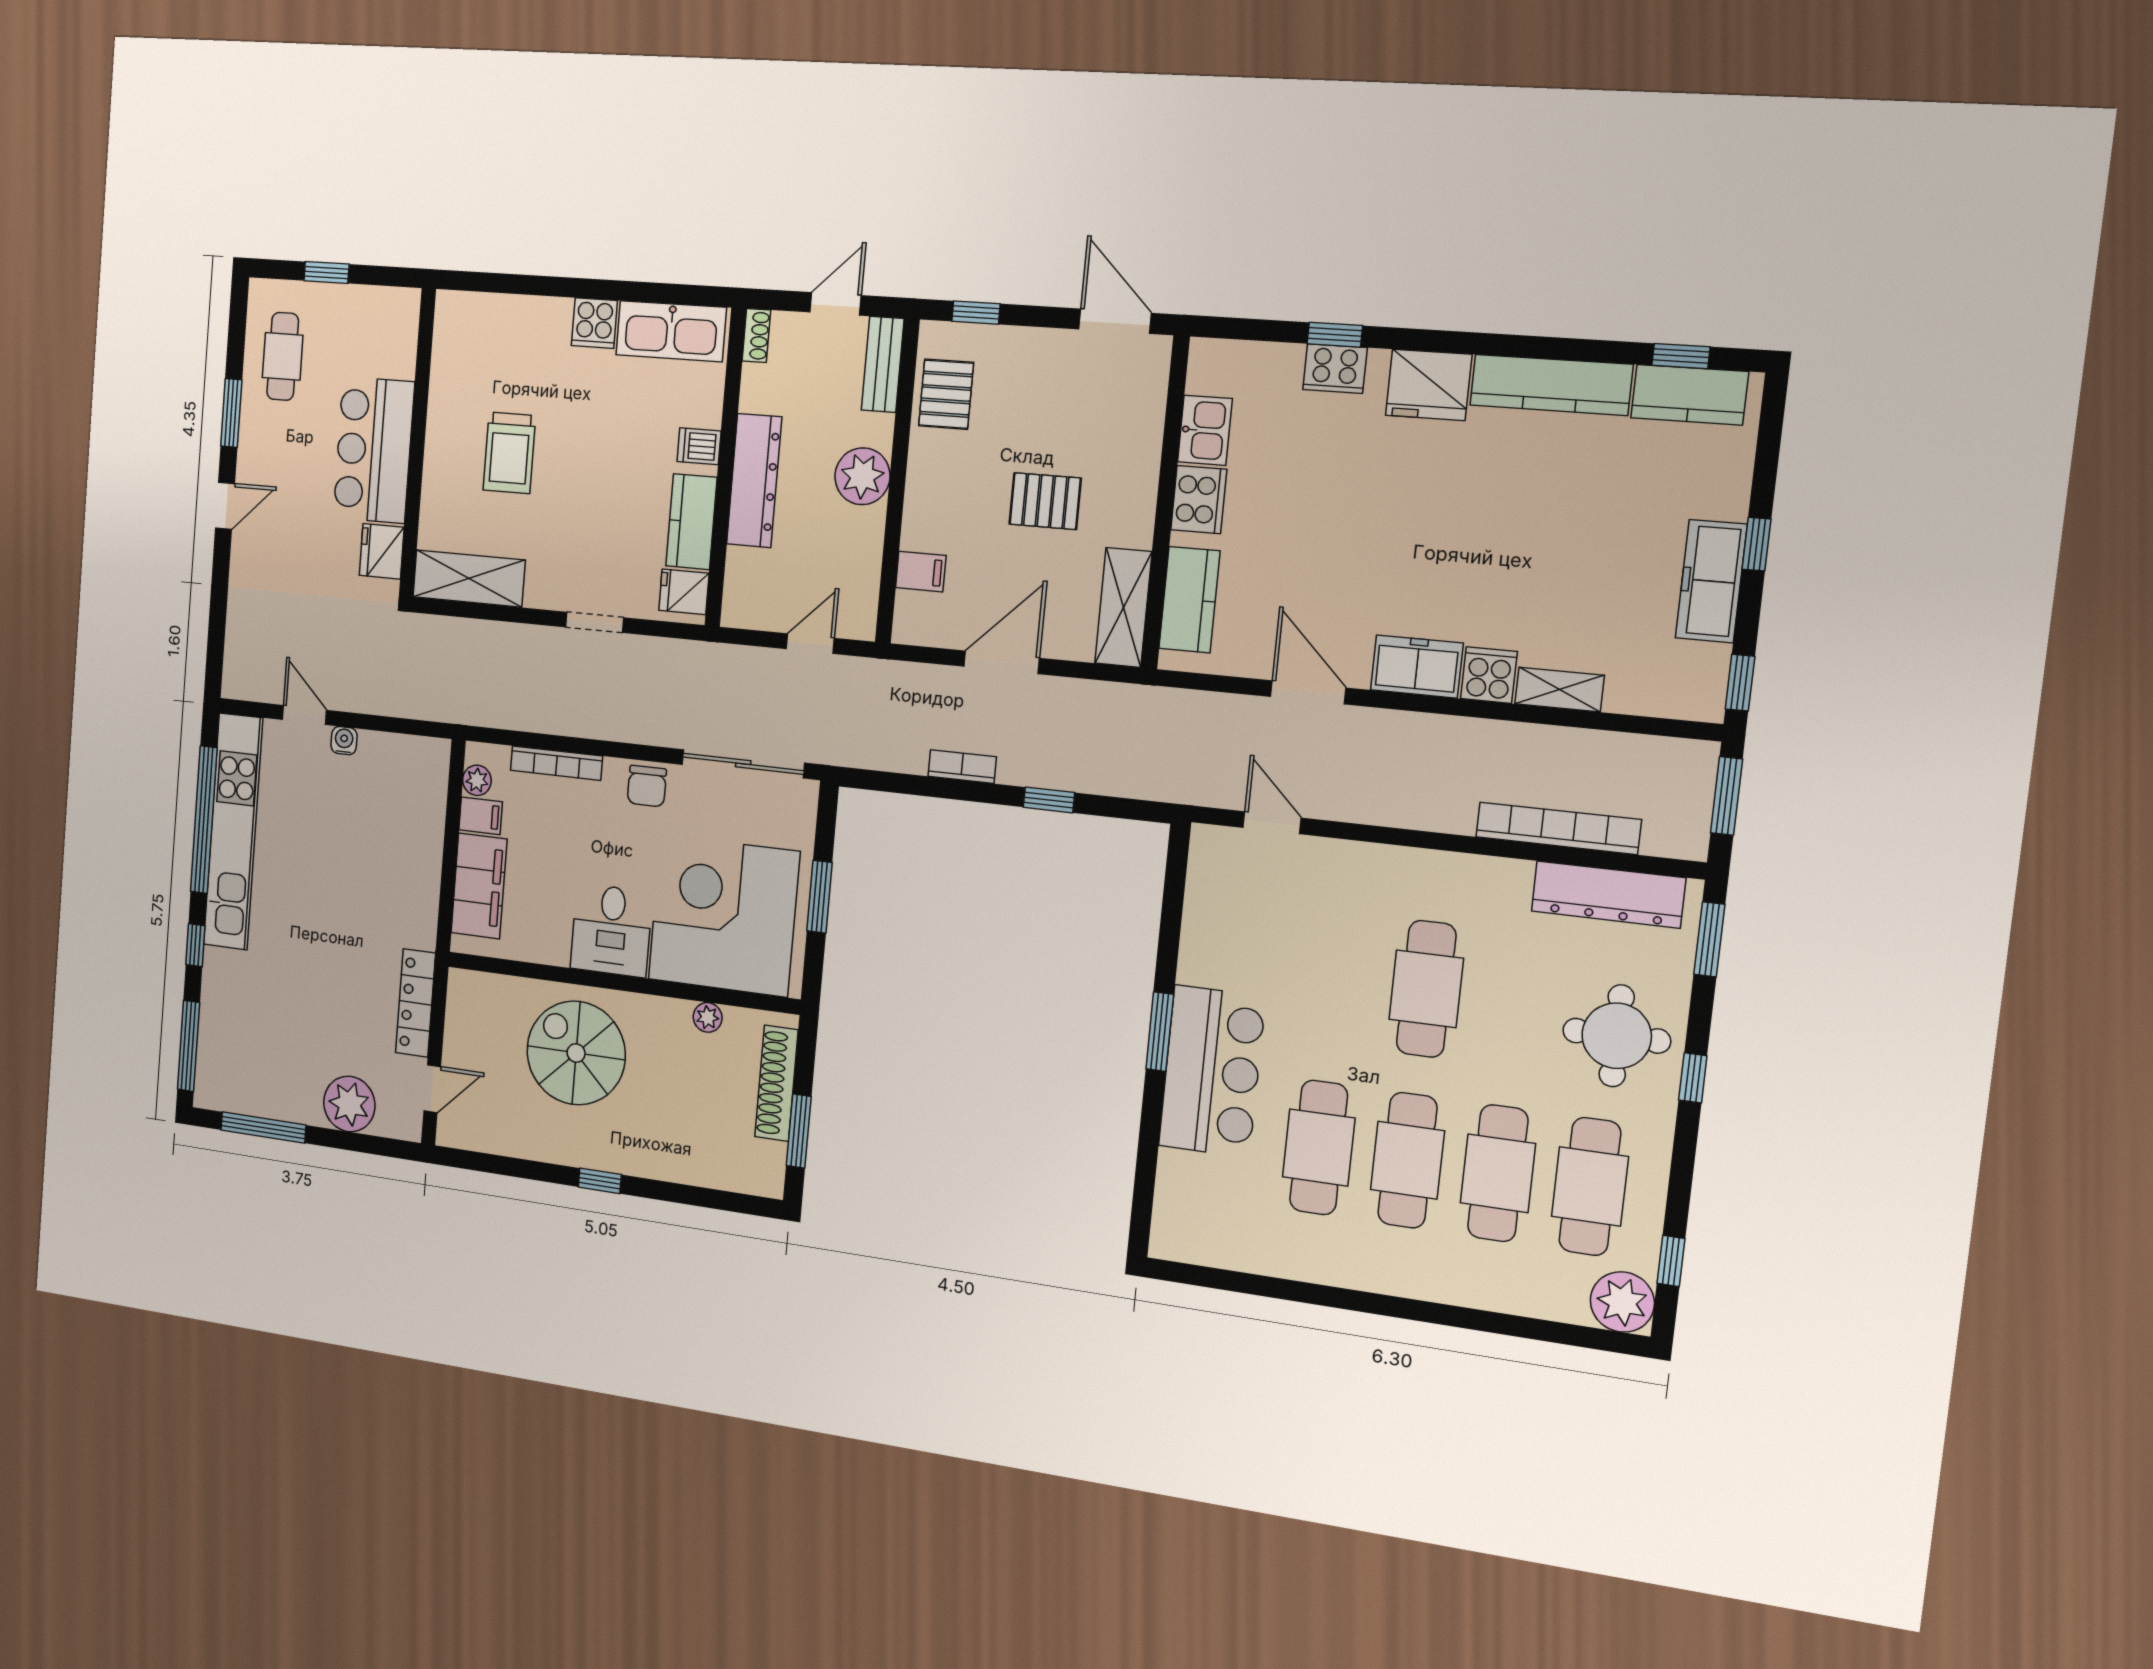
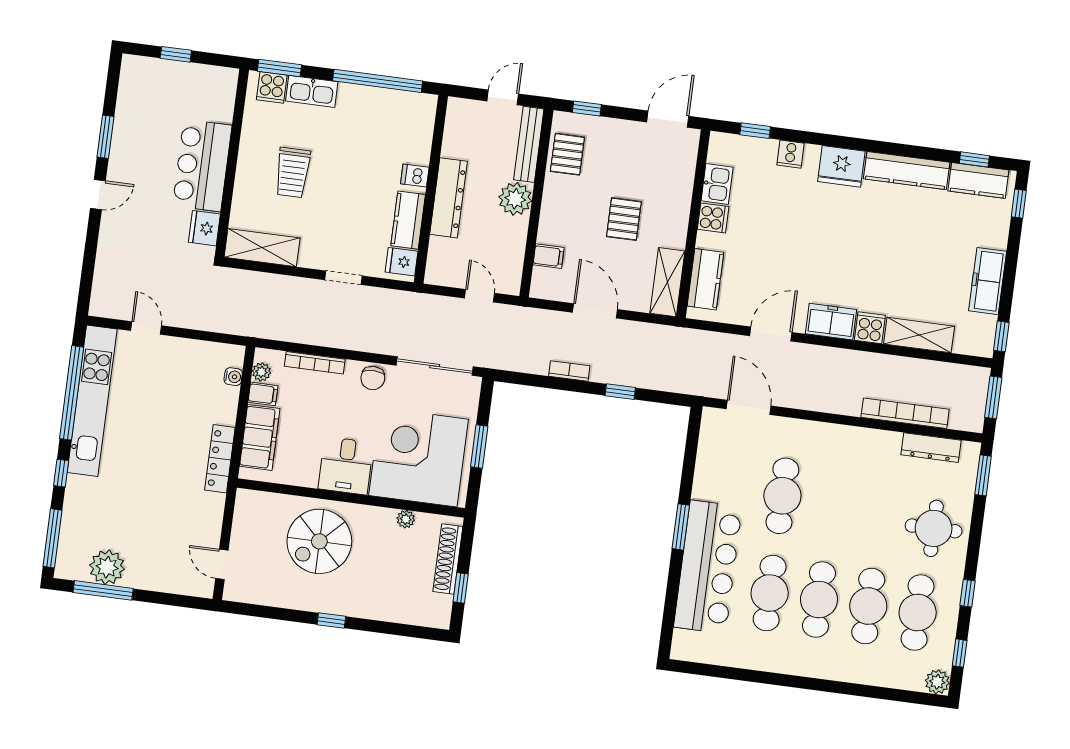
window: (482, 282) -> (279, 68), added
window: (634, 291) -> (378, 81), added
door: (1115, 321) -> (668, 119), hinge flipped
cooker: (594, 323) -> (272, 87), moved
kitchen sink: (671, 331) -> (312, 91), moved, width x0.73, depth x0.81
window: (1335, 335) -> (755, 131), moved
shoe rack: (756, 336) -> (453, 112), removed
cafe table: (283, 356) -> (143, 104), removed
bench: (883, 364) -> (529, 144), width x1.36
cooker: (1335, 369) -> (791, 154), width x0.73
cooker: (1199, 500) -> (713, 218), width x0.73
pallet: (1045, 501) -> (624, 219), turned 90
window: (1757, 544) -> (1019, 204), moved
door: (810, 644) -> (479, 296), hinge flipped
door: (1002, 662) -> (595, 311), hinge flipped
shelving: (1559, 690) -> (919, 335), width x1.50, depth x1.33
door: (1308, 692) -> (771, 334), hinge flipped
water cooler: (344, 741) -> (233, 377), moved, turned 90
door: (1272, 823) -> (749, 407), width x1.38
dresser: (1608, 895) -> (931, 448), width x0.73, depth x0.80
cafe table: (1426, 989) -> (782, 496), moved
locker: (415, 1003) -> (220, 459), moved
spiral stairs: (576, 1053) -> (319, 541), turned -90
bar counter: (1212, 1071) -> (708, 567), width x1.36
window: (1693, 1078) -> (967, 593), moved
door: (432, 1089) -> (222, 564), swing flipped
plant: (349, 1104) -> (107, 567), moved
window: (799, 1131) -> (461, 588), width x0.67
plant: (1622, 1302) -> (937, 682), width x0.73, depth x0.73

